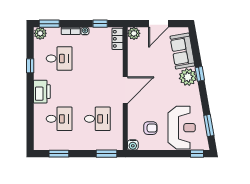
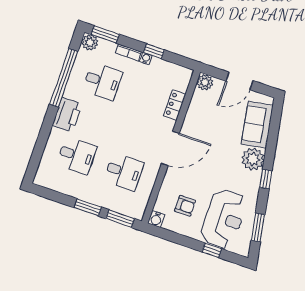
window: (100, 24) -> (154, 51), moved
locker: (118, 39) -> (175, 105), moved
window: (30, 66) -> (64, 78), width x3.17
window: (200, 74) -> (266, 179), moved
window: (59, 154) -> (88, 207), moved
window: (197, 154) -> (212, 250), moved

